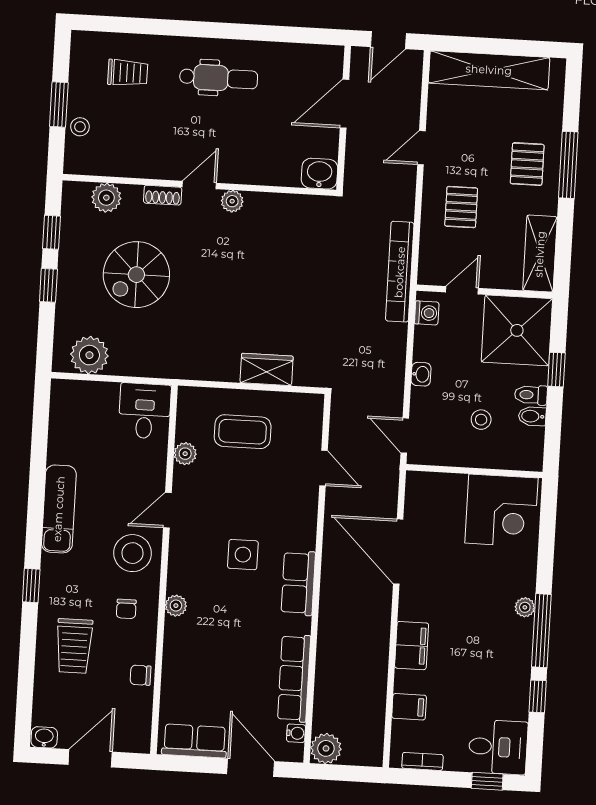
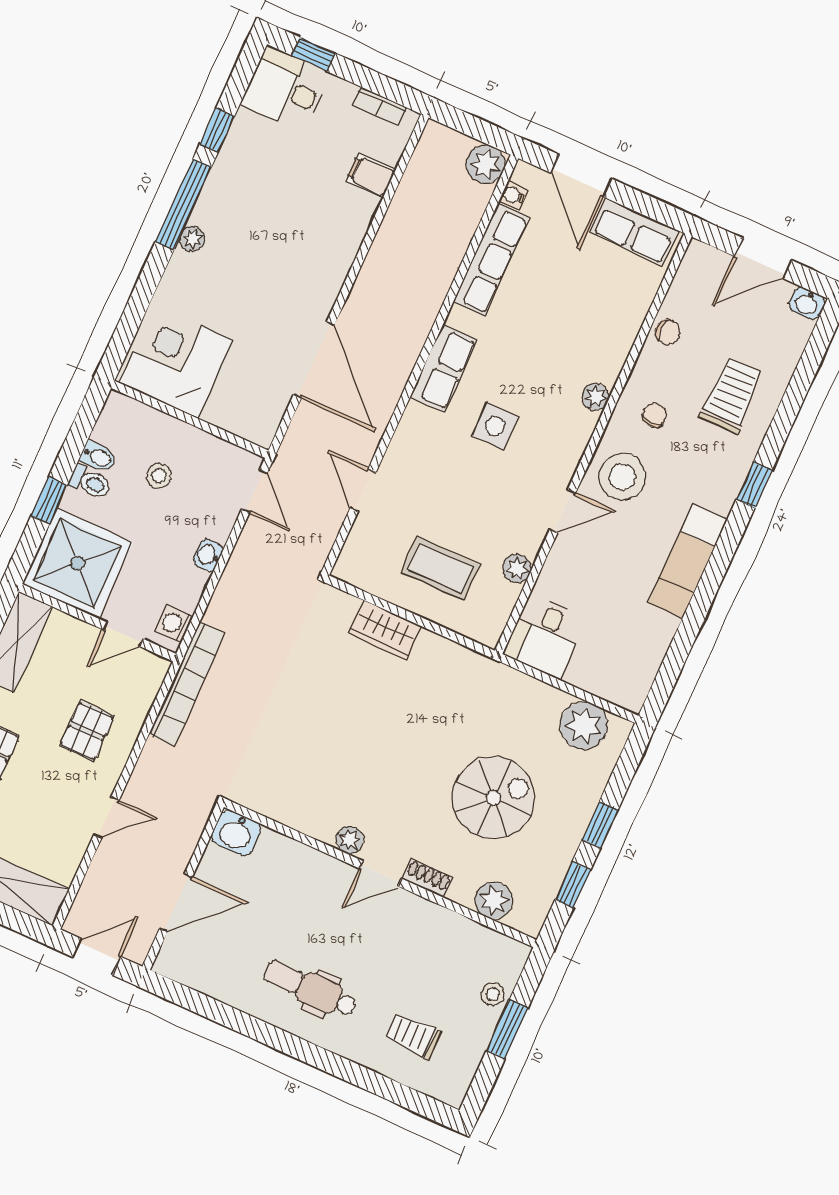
filing cabinet: (412, 646) -> (340, 245), removed

